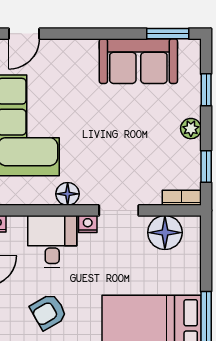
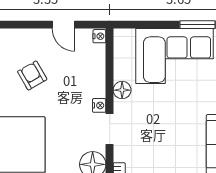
desk: (52, 242) -> (86, 78), removed

